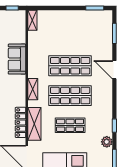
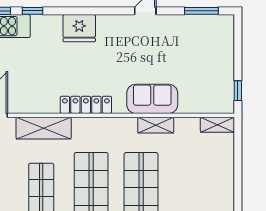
shelving: (33, 89) -> (156, 125), moved
locker: (21, 122) -> (86, 105), moved

